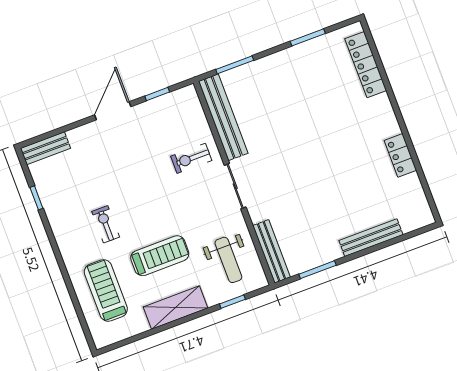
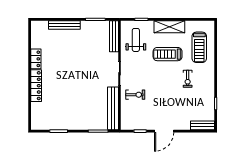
locker: (366, 65) -> (36, 86), moved

